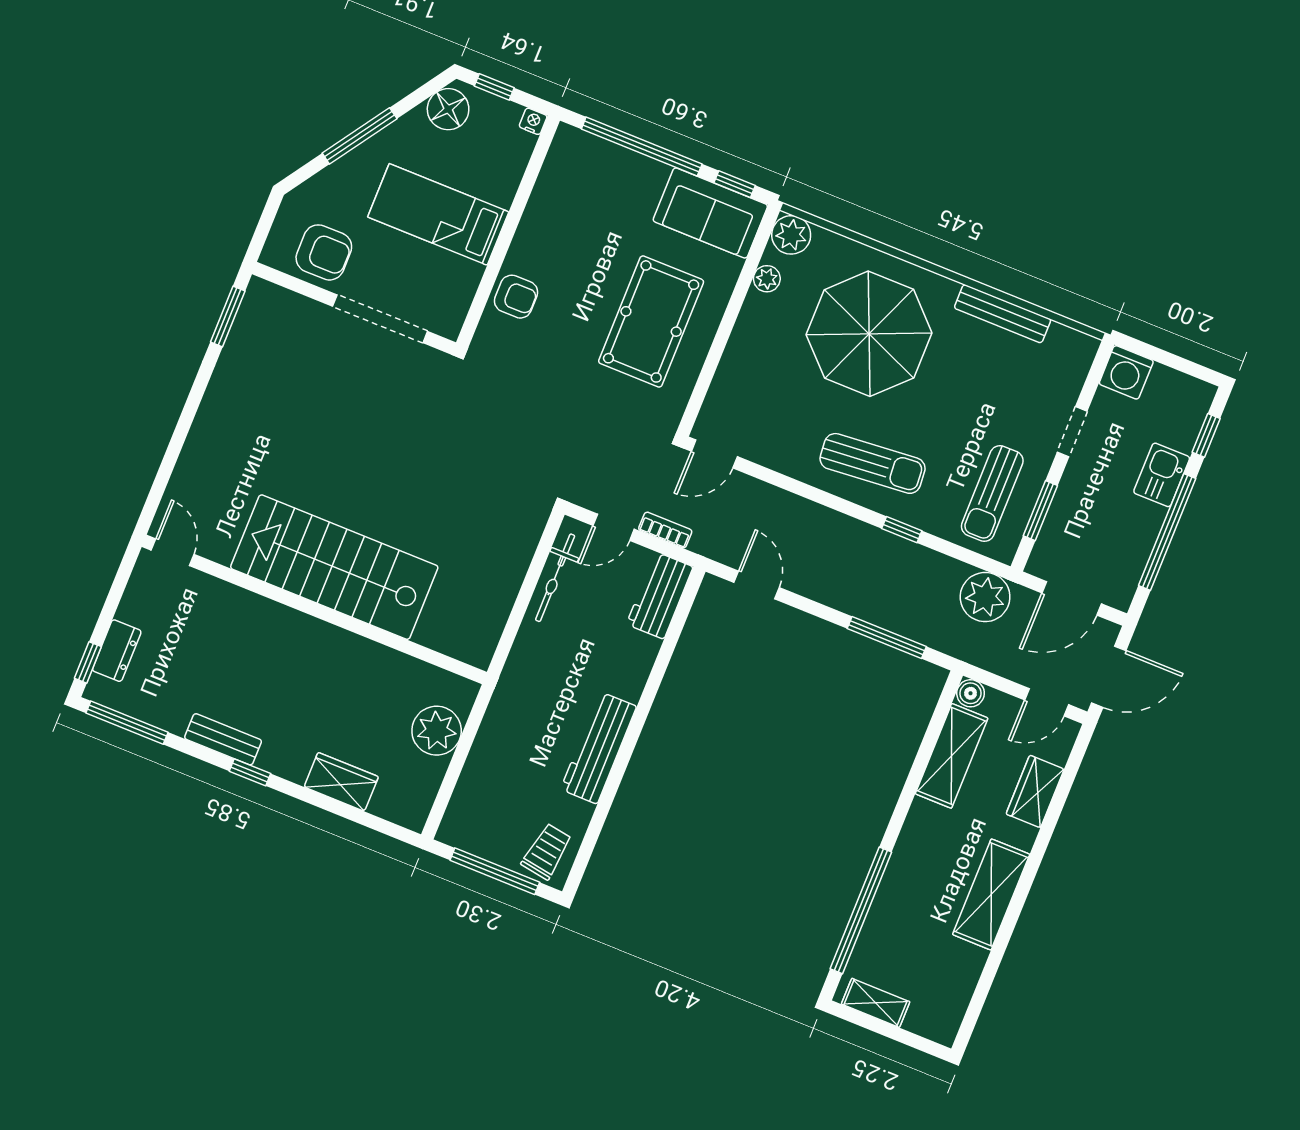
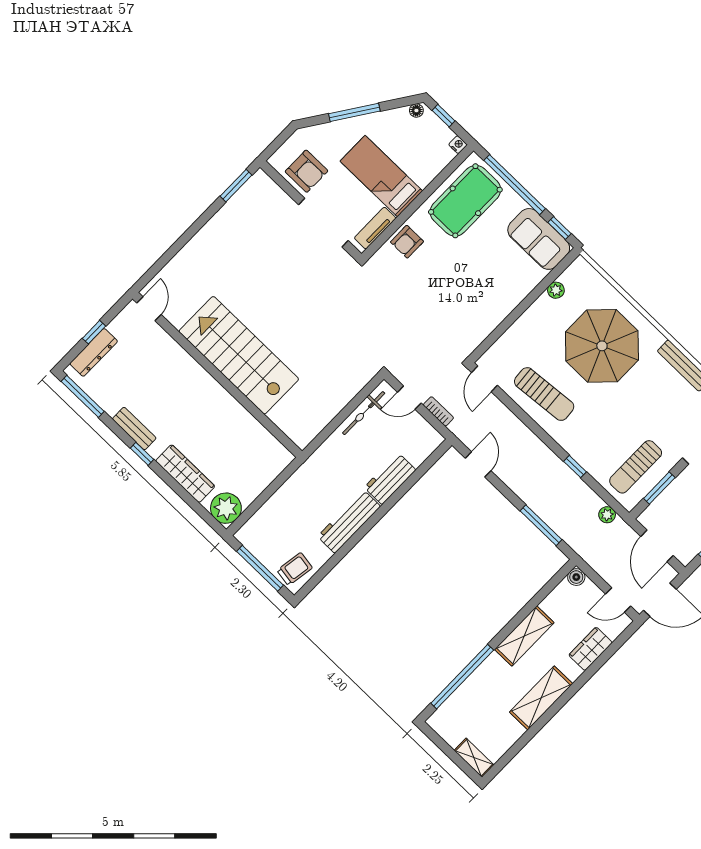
floor lamp: (448, 109) -> (416, 110), width x0.53, depth x0.53
plant: (791, 235) -> (580, 271), removed
tv unit: (460, 296) -> (375, 228), added
armchair: (516, 297) -> (407, 242), turned 90
pool table: (651, 321) -> (465, 201), moved
door: (714, 454) -> (485, 379), hinge flipped
sun lounger: (873, 463) -> (544, 394), moved
workbench: (660, 596) -> (390, 479), moved
plant: (985, 597) -> (607, 515), width x0.53, depth x0.53
door: (1072, 598) -> (657, 546), hinge flipped
dresser: (117, 651) -> (94, 352), width x1.44
window: (88, 662) -> (94, 332), moved
plant: (437, 731) -> (226, 508), moved
shelving: (952, 756) -> (524, 636), moved
wardrobe: (341, 782) -> (185, 474), width x1.50
shelving: (876, 1003) -> (474, 758), moved

